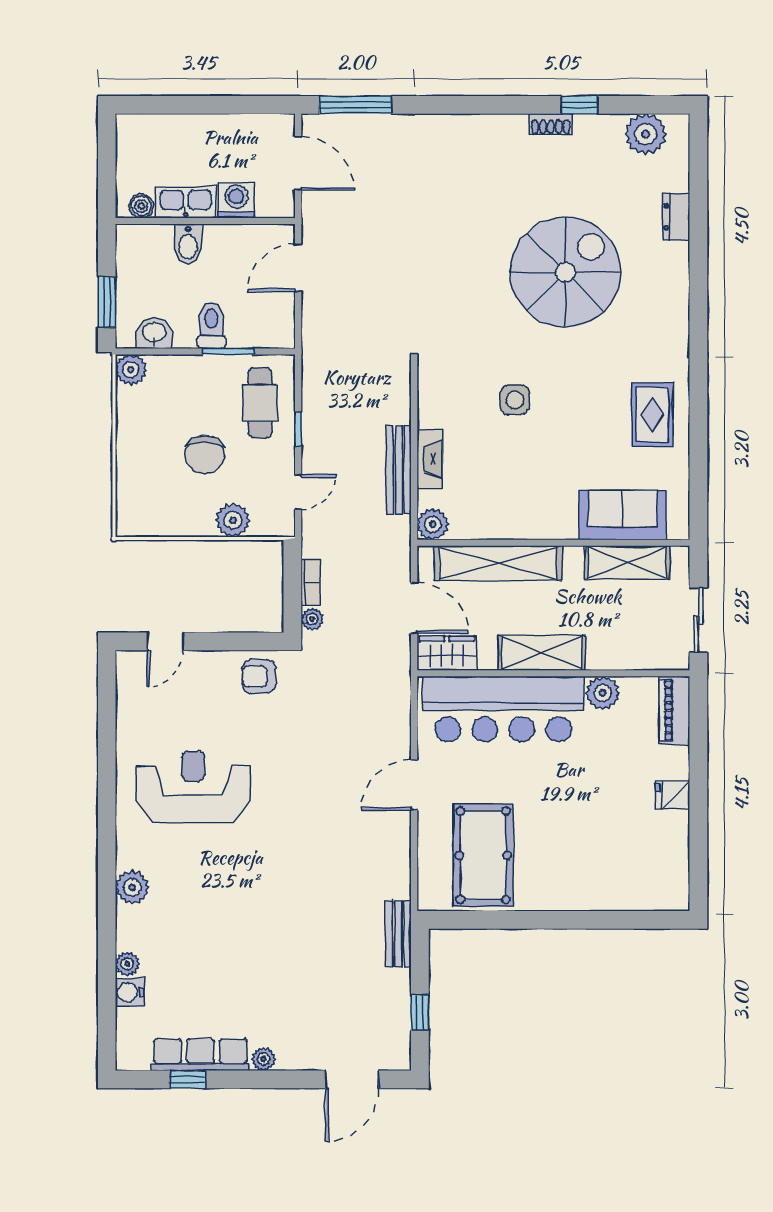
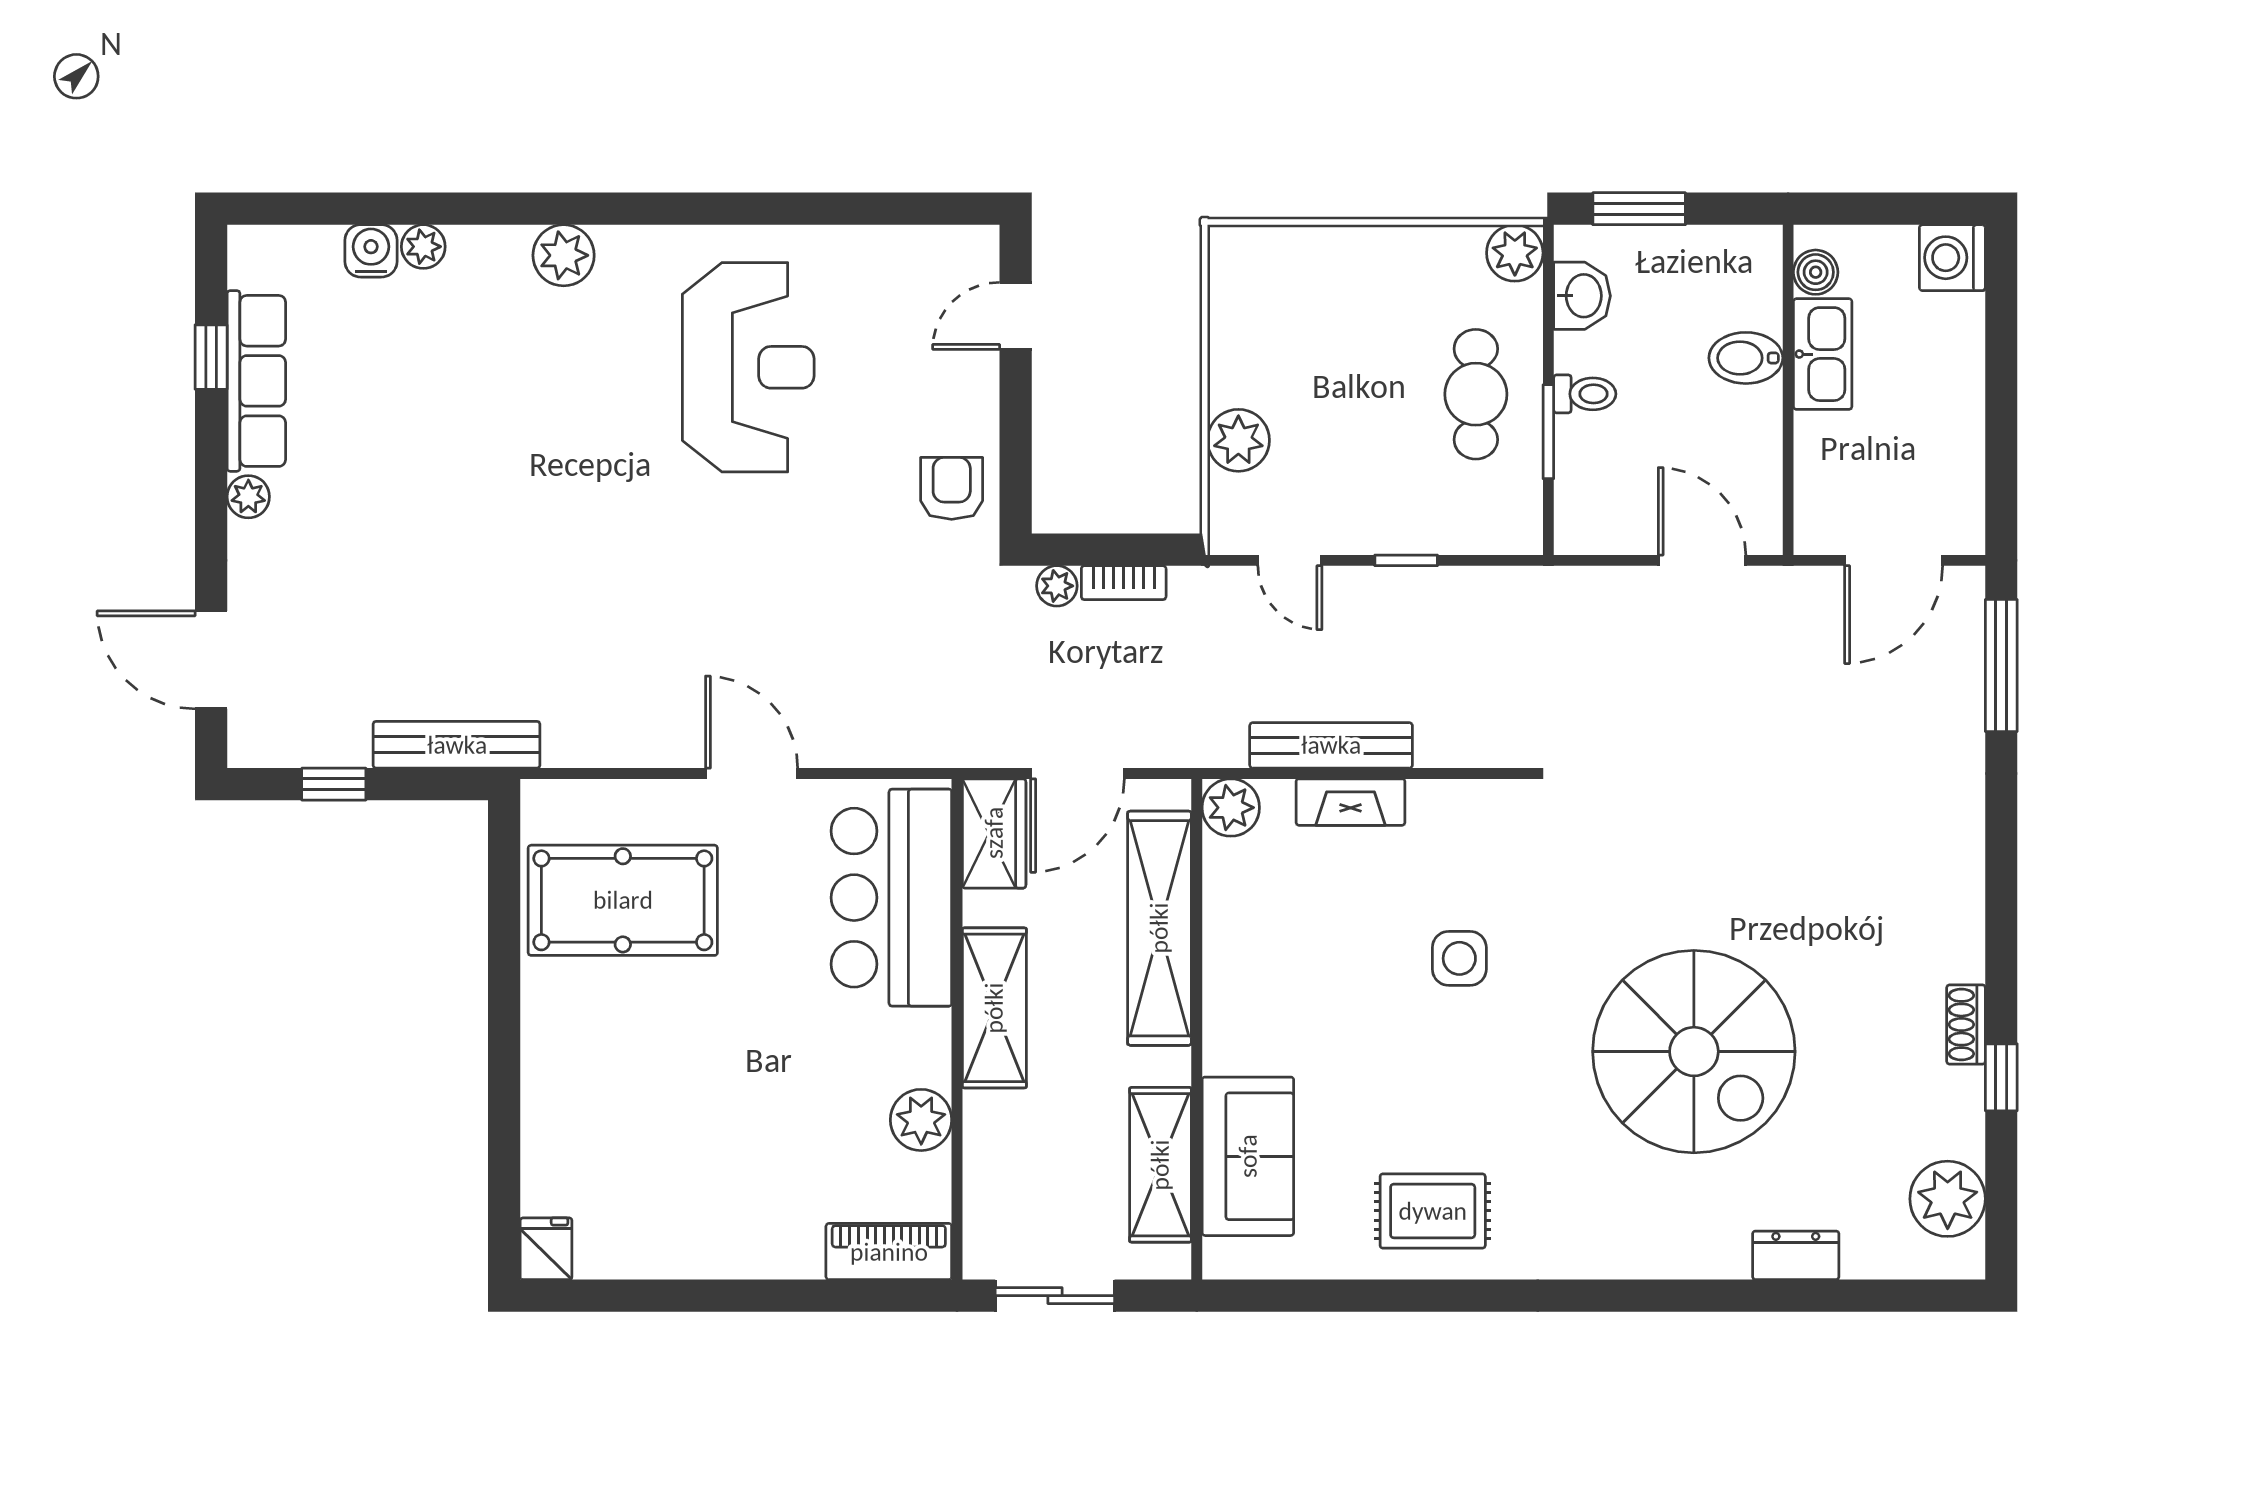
washing machine: (236, 200) -> (1952, 258), moved, turned 180
toilet: (211, 325) -> (1585, 394), width x0.73, depth x0.72
cafe table: (260, 403) -> (1476, 394), moved, turned 90
chair: (205, 454) -> (1359, 389), removed
door: (165, 641) -> (1016, 316), hinge flipped
bar counter: (503, 709) -> (891, 898), width x0.73
fridge: (673, 795) -> (546, 1249), moved
bench: (399, 934) -> (457, 745), width x1.36

